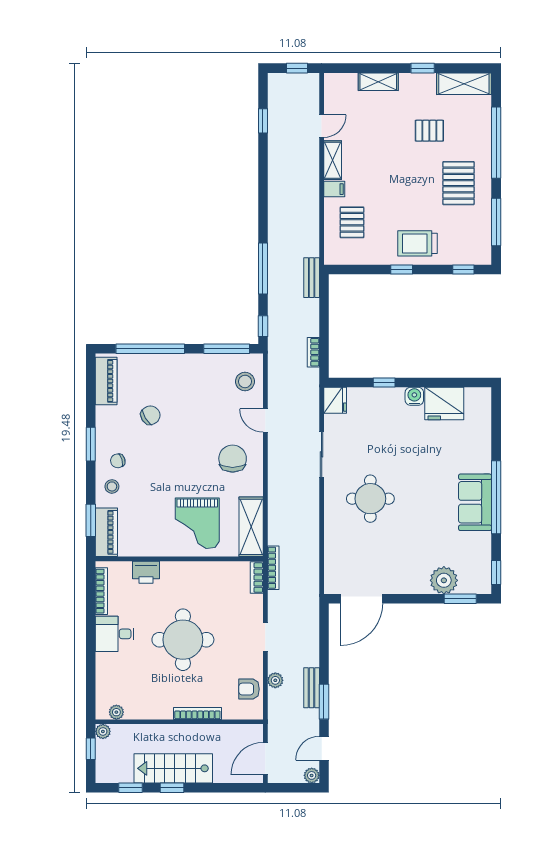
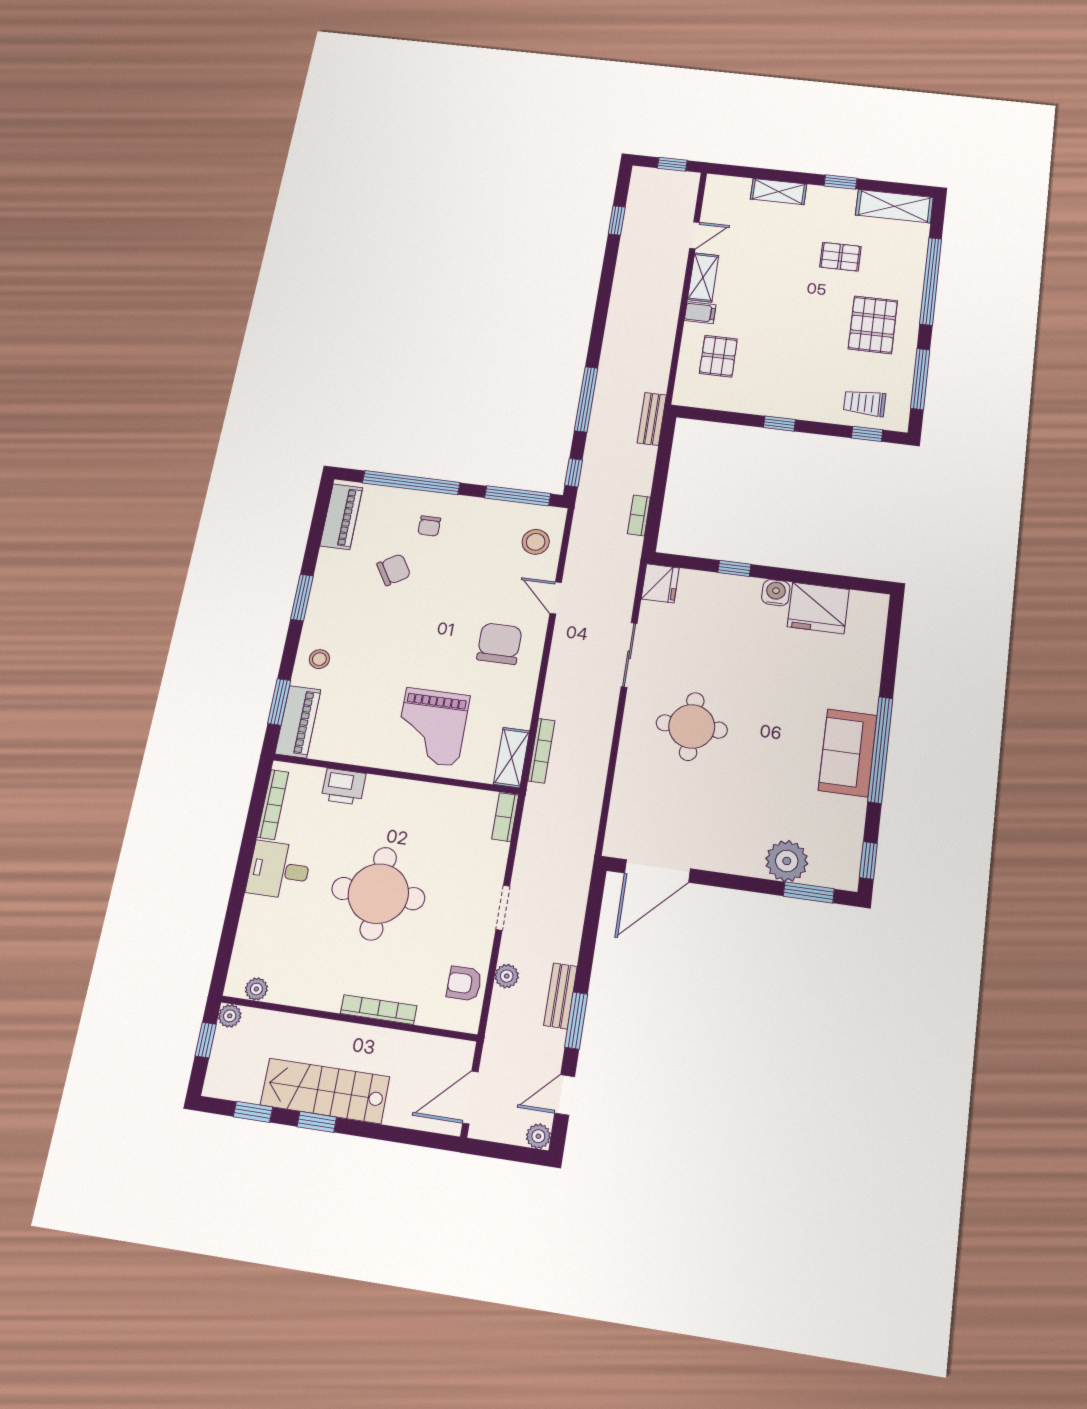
trolley: (417, 243) -> (865, 403), moved, width x0.73, depth x0.72
chair: (118, 461) -> (429, 526), moved, turned -74
shelving: (251, 527) -> (512, 758), width x0.67, depth x0.75
bookcase: (273, 568) -> (541, 751), moved

